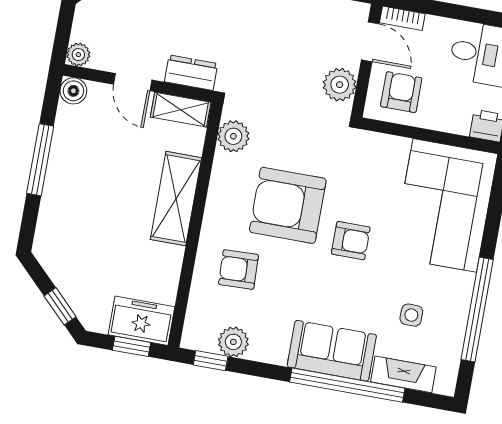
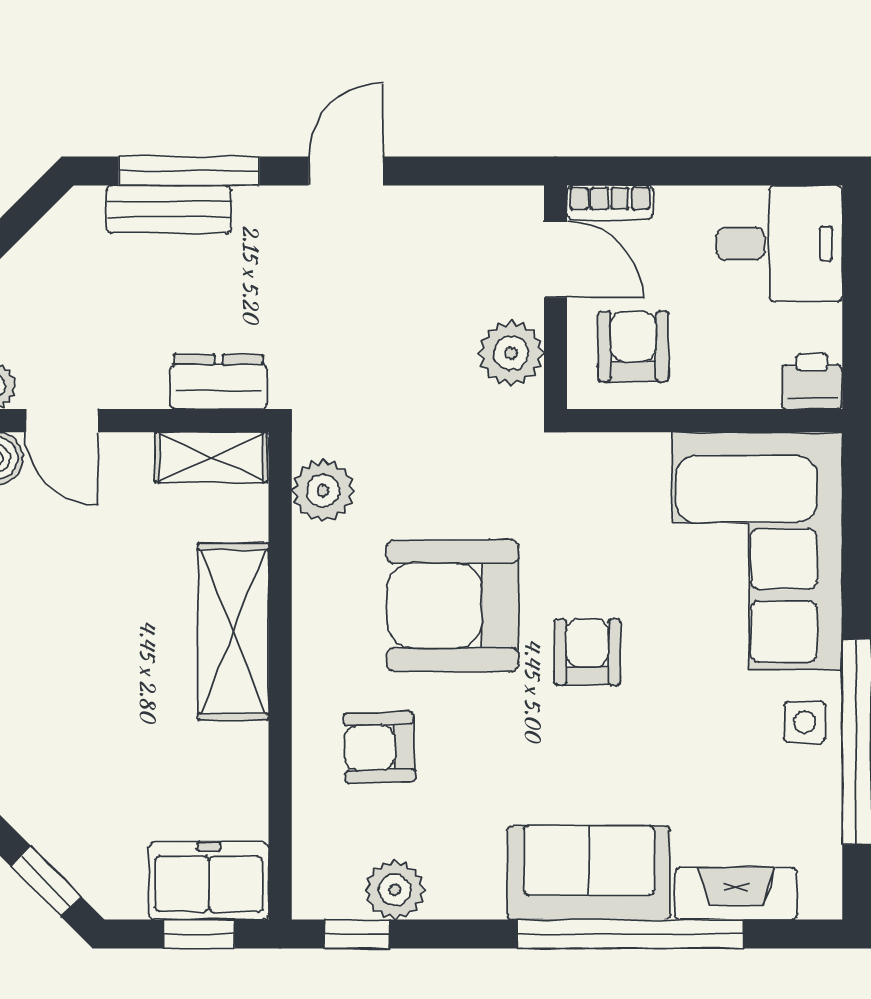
door: (133, 82) -> (62, 421), moved
armchair: (351, 241) -> (587, 652), turned -90
side table: (411, 315) -> (805, 722), moved

